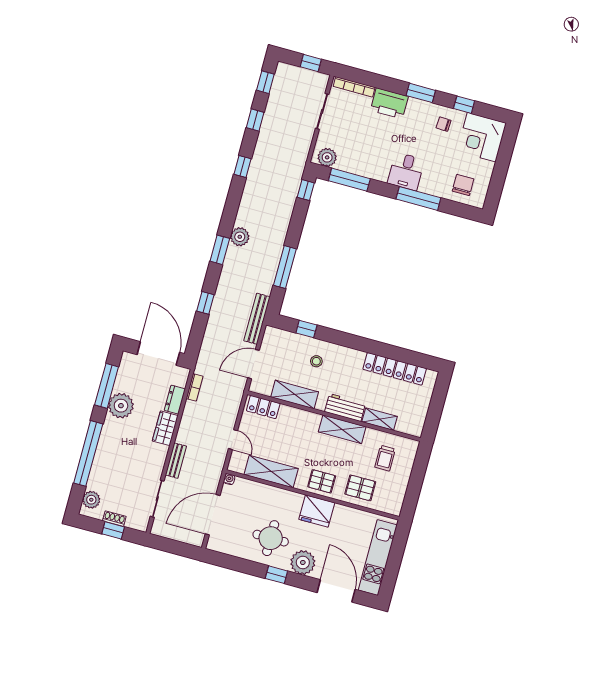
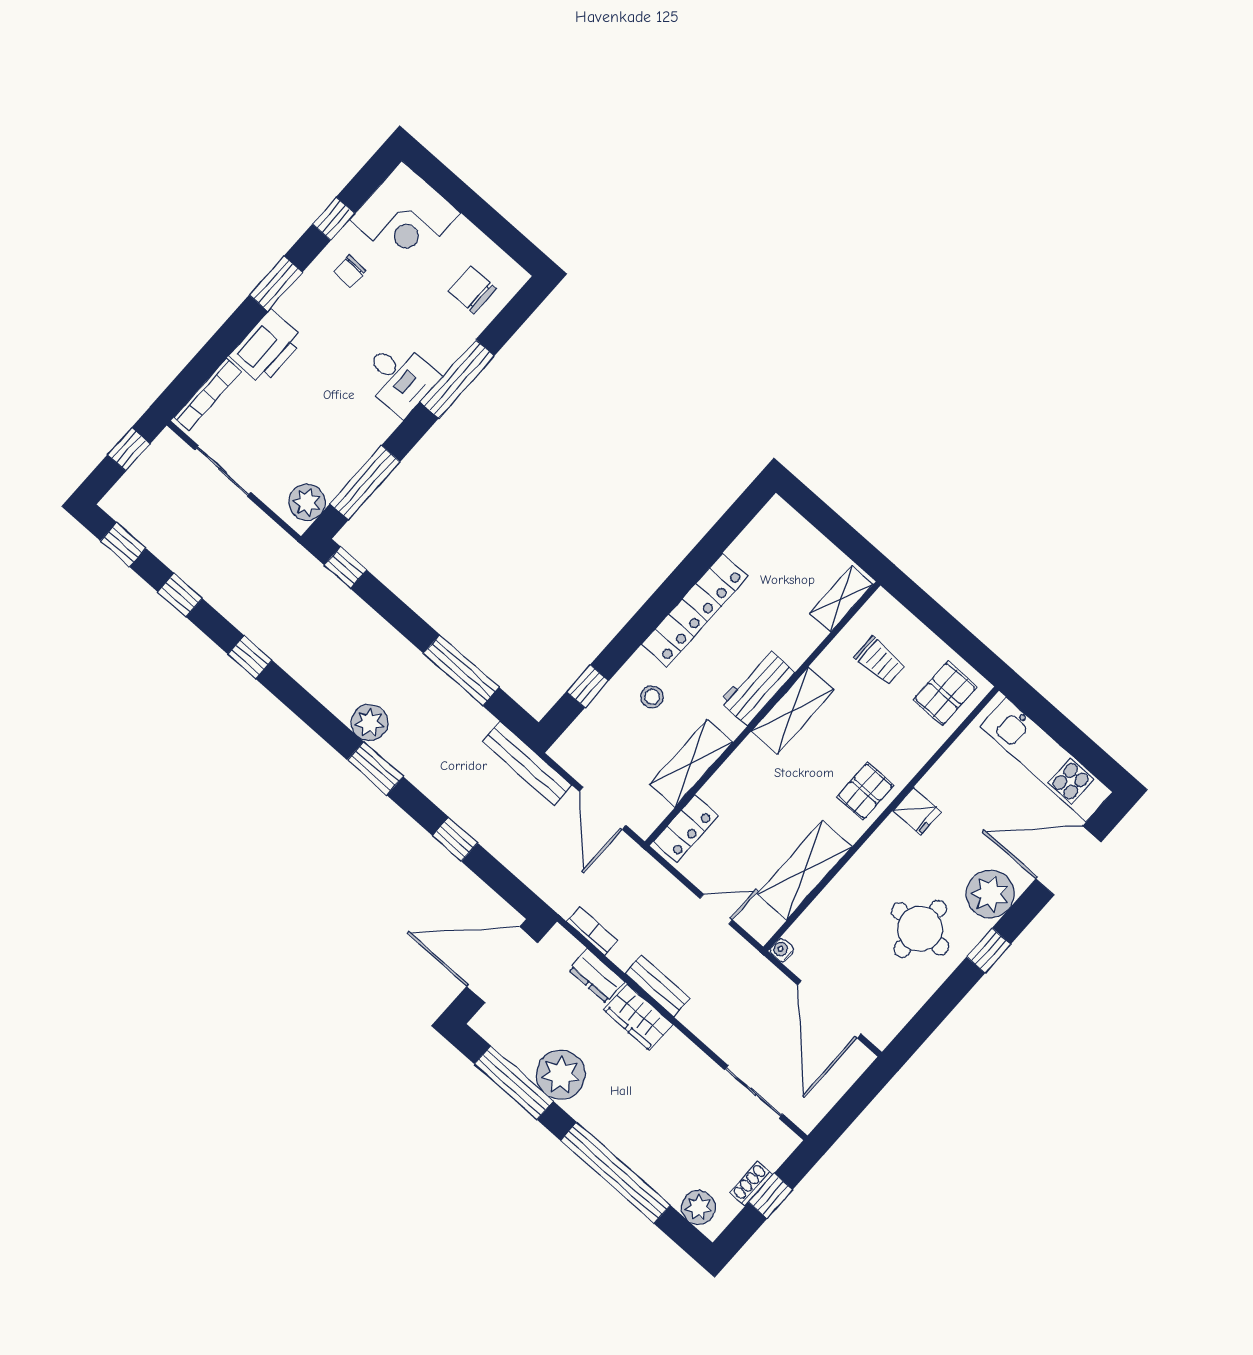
locker: (395, 369) -> (695, 610), moved
shelving: (380, 419) -> (841, 599), moved
bench: (176, 461) -> (657, 986), moved
pallet: (360, 488) -> (945, 693), moved
fridge: (317, 511) -> (917, 811), width x0.53, depth x0.75

